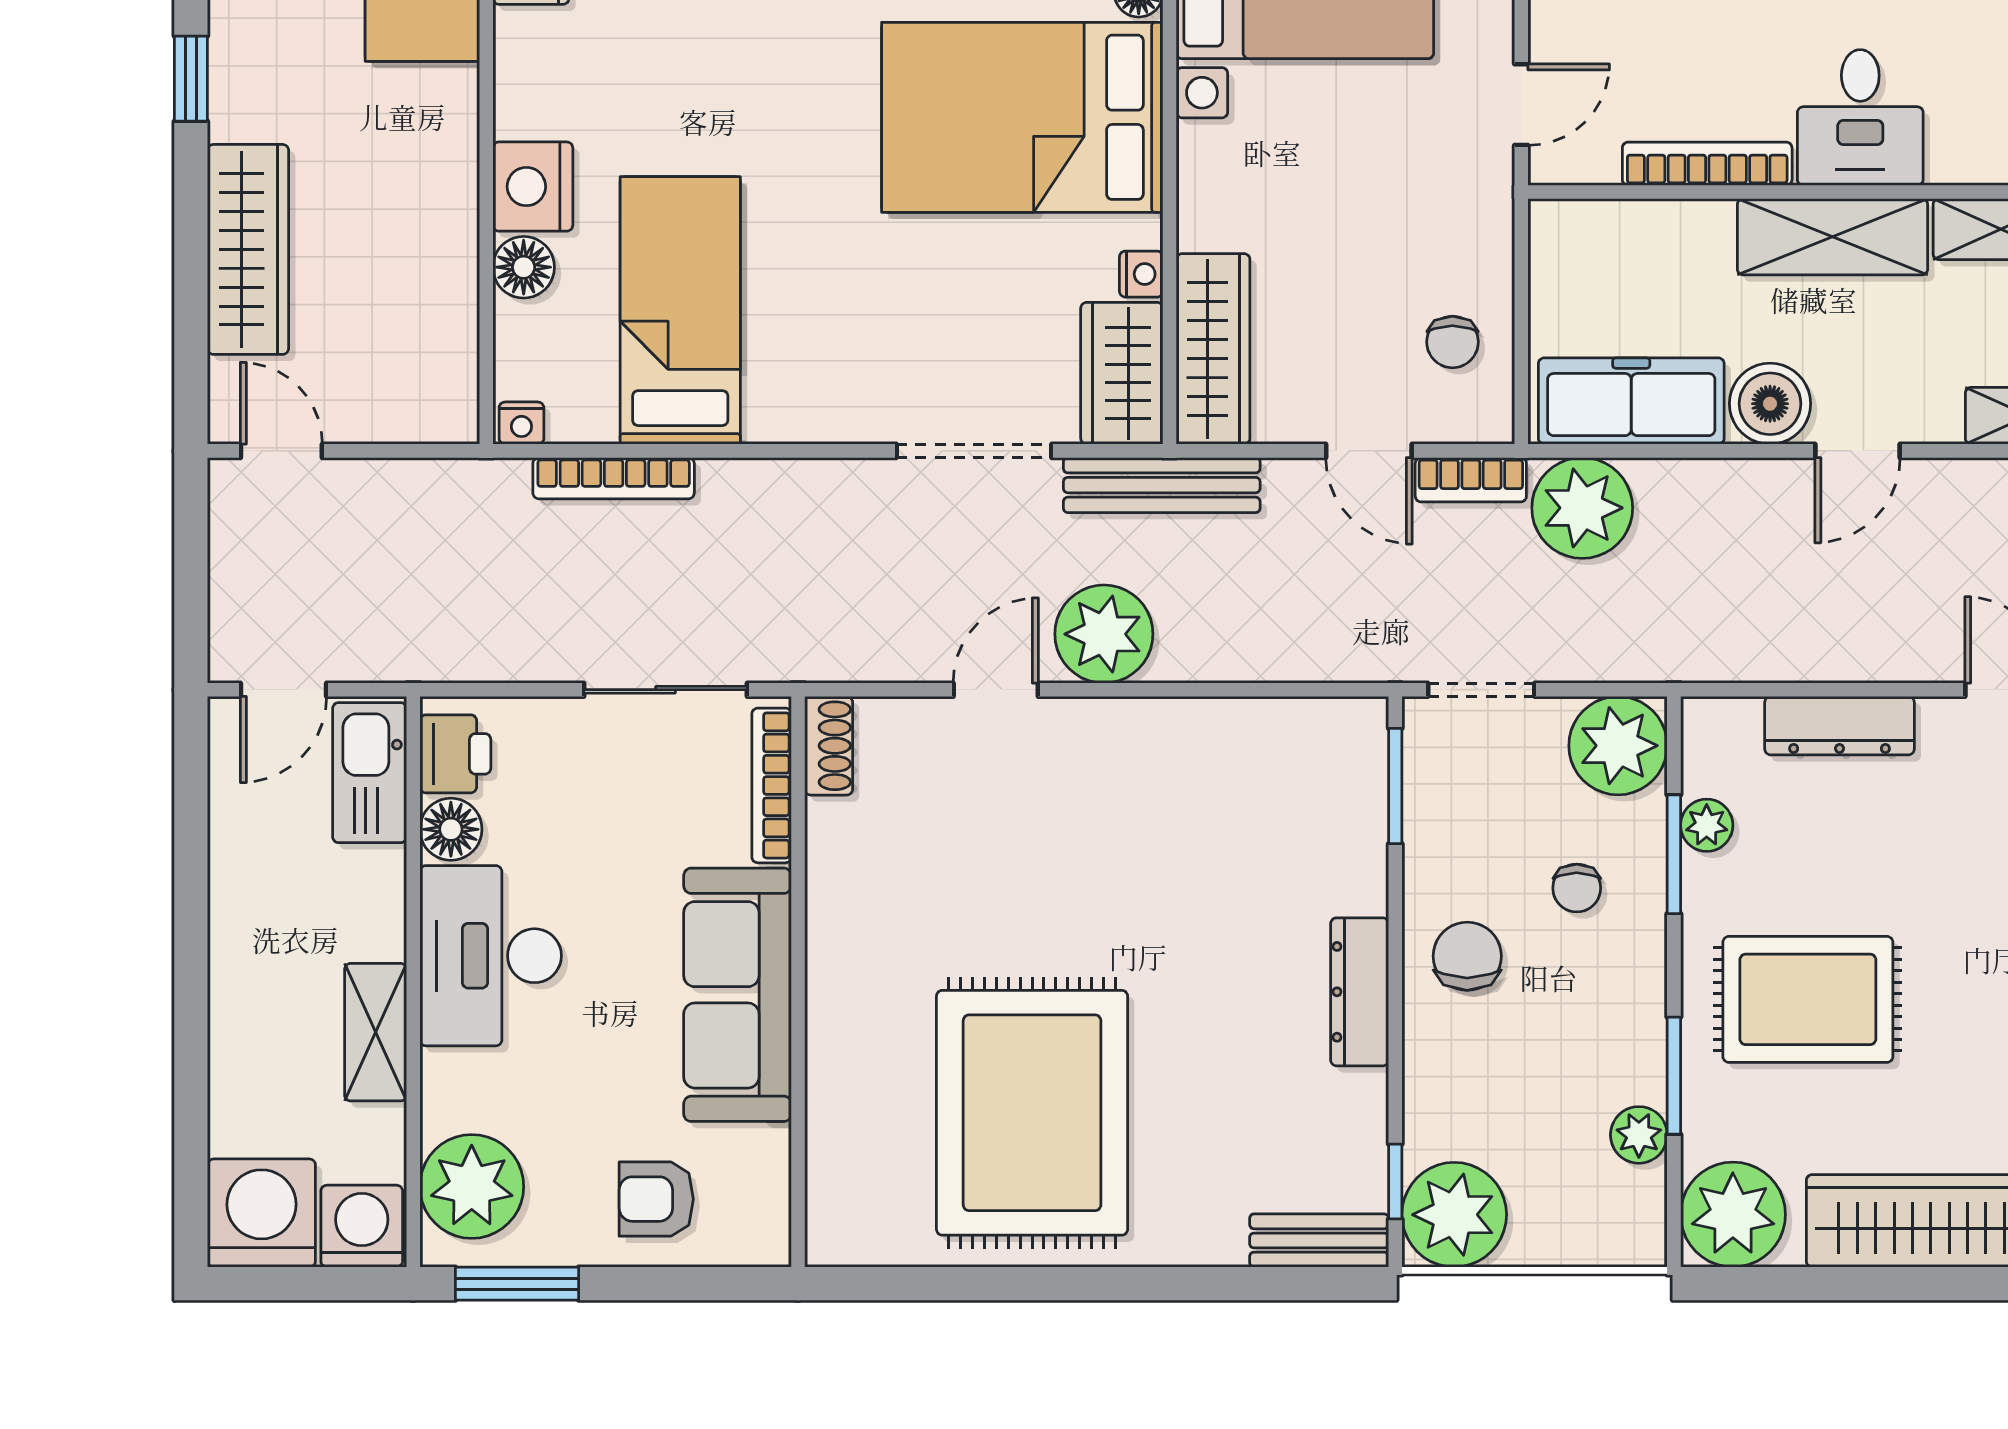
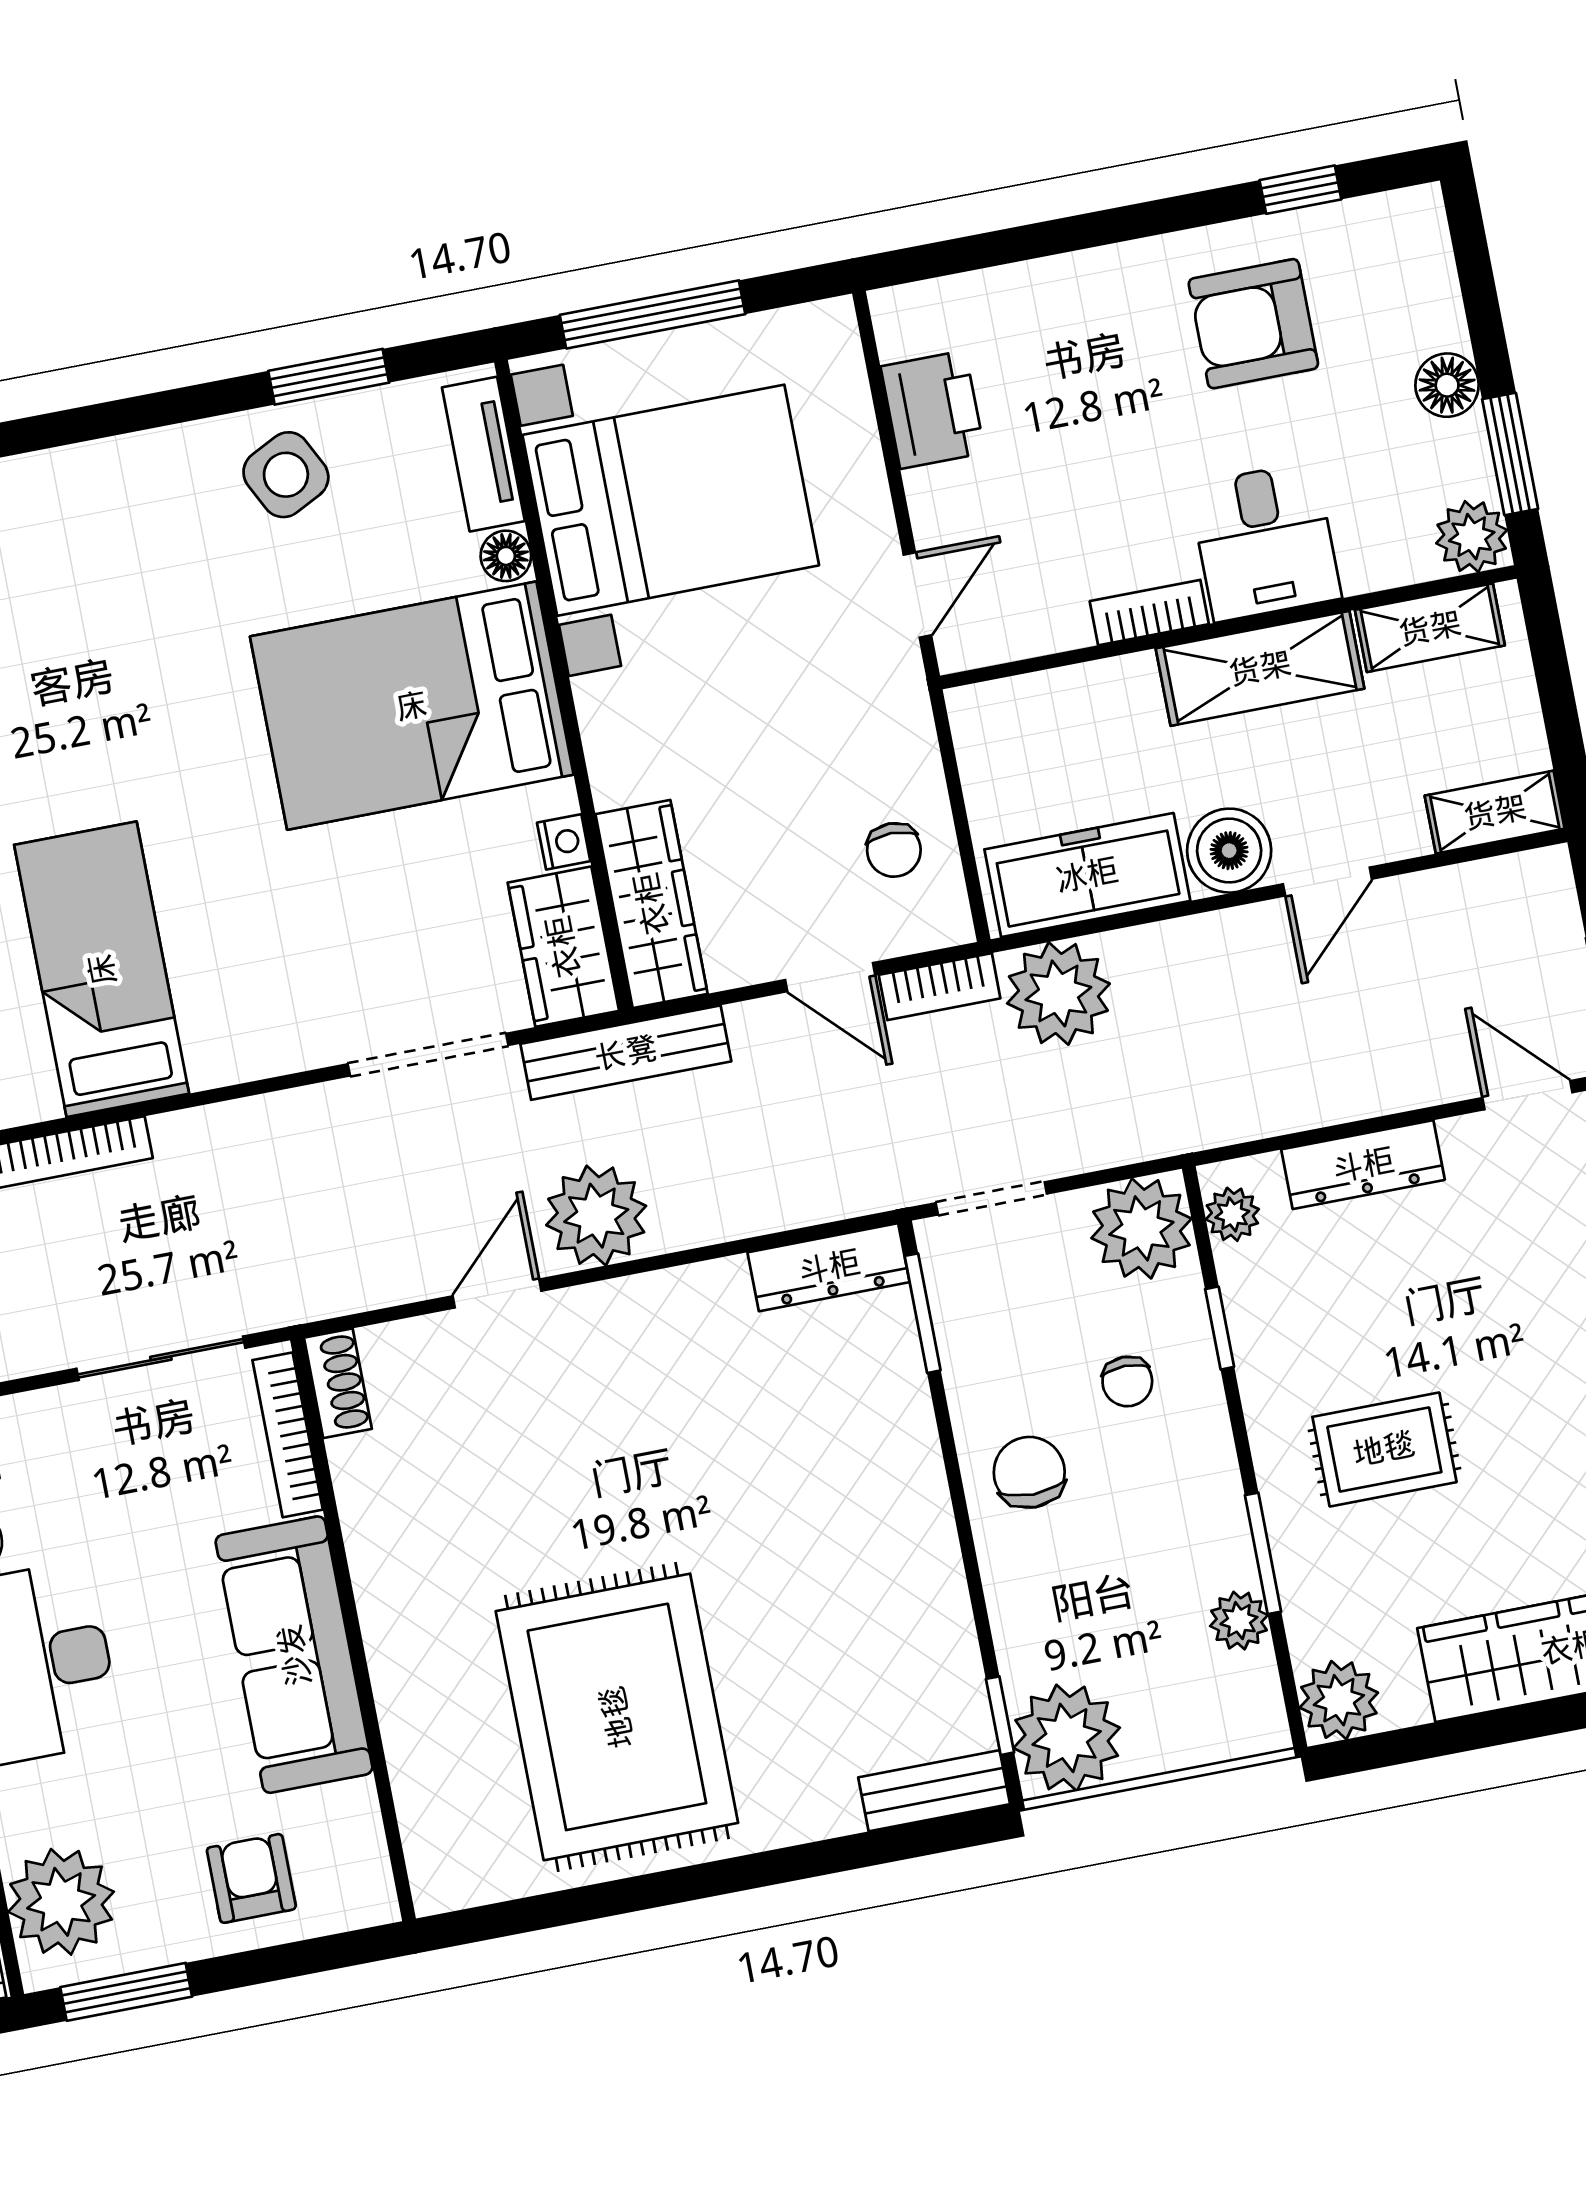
bookcase: (1707, 164) -> (1149, 613), width x0.64
plant: (1707, 825) -> (1232, 1214), moved
window: (1674, 854) -> (1220, 1328), width x0.67
dresser: (1360, 992) -> (829, 1267), moved, turned -90
rug: (1808, 999) -> (1384, 1449), width x0.73, depth x0.70
armchair: (656, 1199) -> (251, 1878), turned 90
plant: (1733, 1215) -> (1339, 1700), width x0.73, depth x0.73

